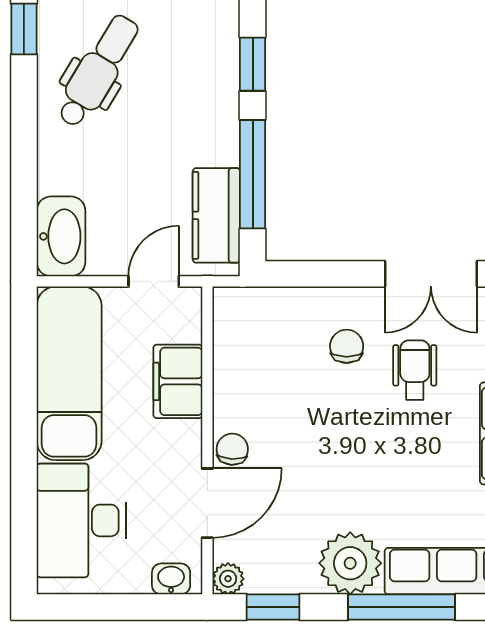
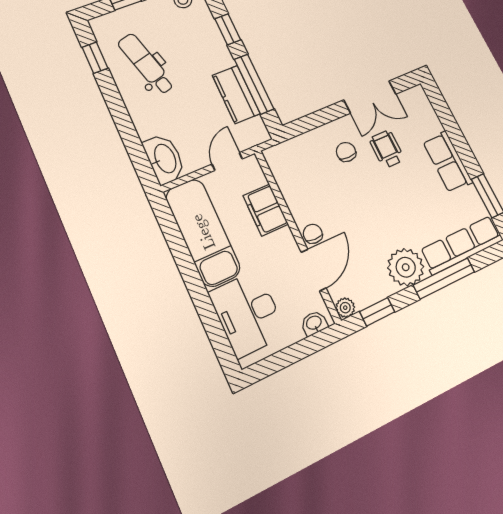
dental chair: (98, 71) -> (146, 64), turned -46
kitchen counter: (216, 215) -> (236, 94), moved

